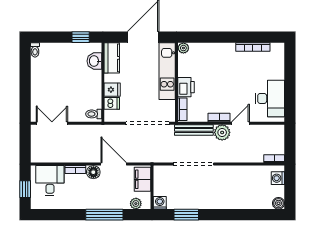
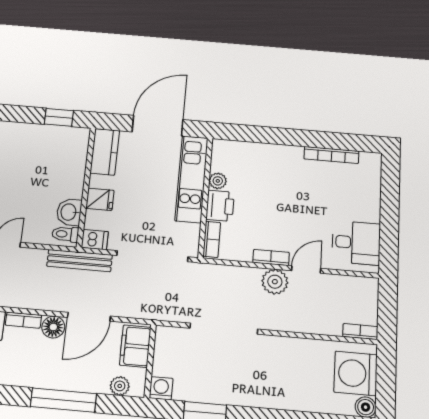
plant: (183, 48) -> (218, 181), moved
washbasin: (94, 61) -> (69, 212), moved
desk: (270, 98) -> (356, 243), width x0.73
dishwasher: (112, 103) -> (95, 240), moved
bench: (194, 130) -> (80, 261), moved
door: (114, 164) -> (89, 317), swing flipped
washing machine: (278, 178) -> (356, 373), width x1.89, depth x1.89

